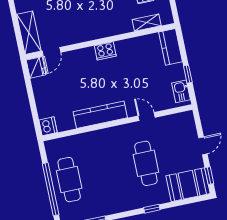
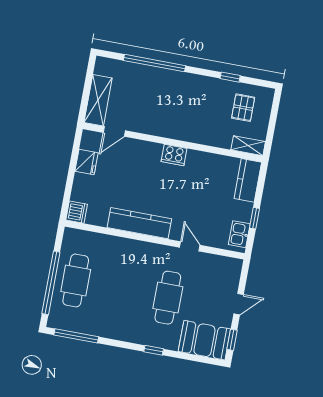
shelving: (147, 23) -> (248, 146), moved
fridge: (36, 67) -> (87, 162), moved

